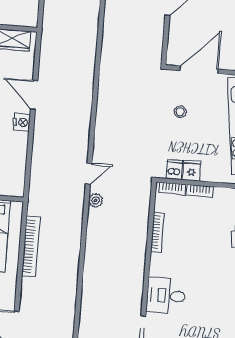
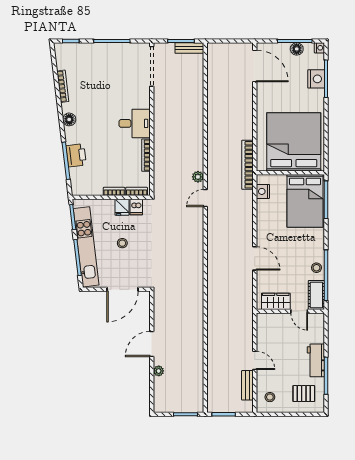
stool: (180, 112) -> (122, 243), moved
nightstand: (22, 122) -> (263, 191), moved
bookcase: (31, 246) -> (247, 165), moved
desk: (166, 296) -> (135, 123), moved

